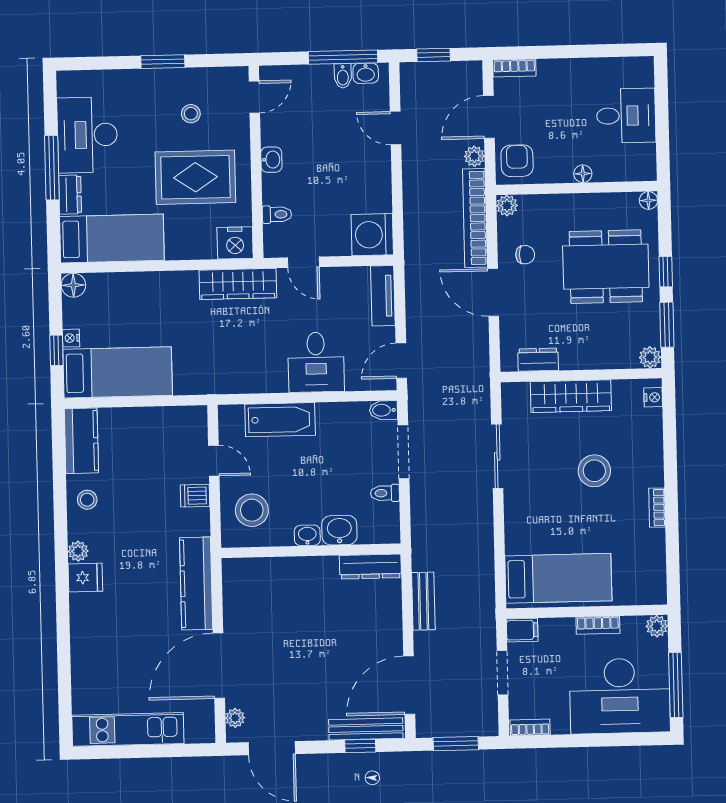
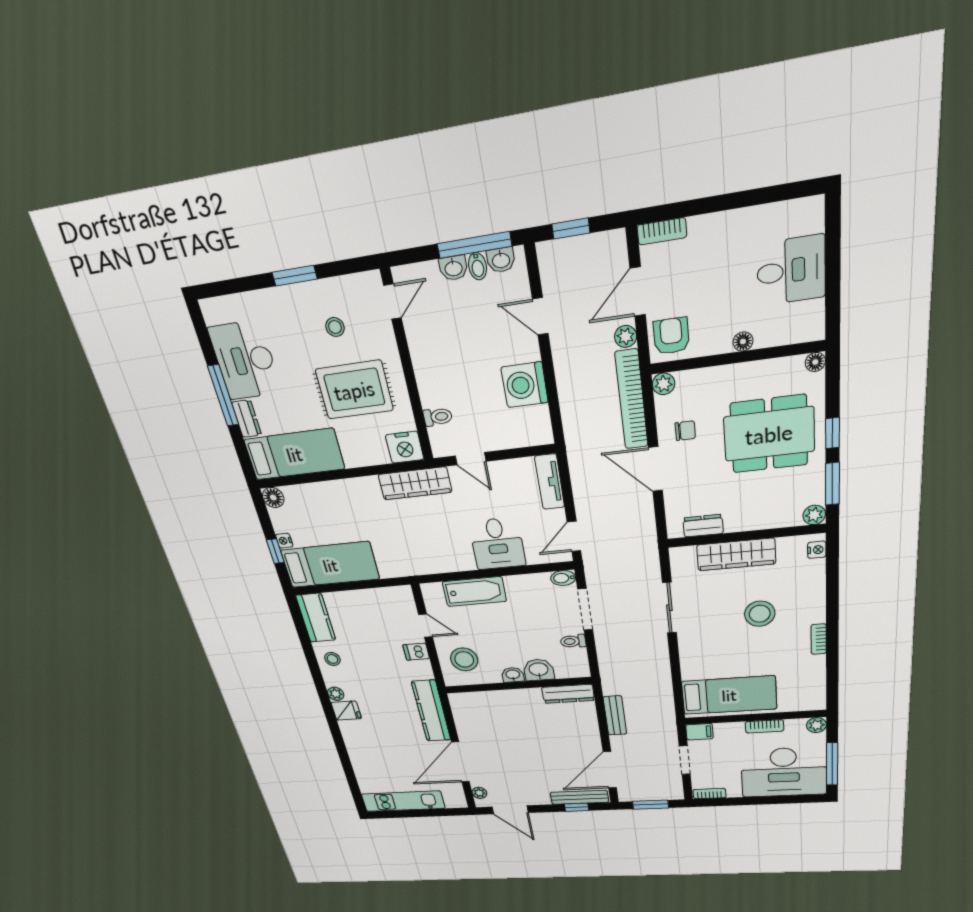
washbasin: (271, 160) -> (453, 268), moved, turned 90
washing machine: (372, 235) -> (525, 385), moved

